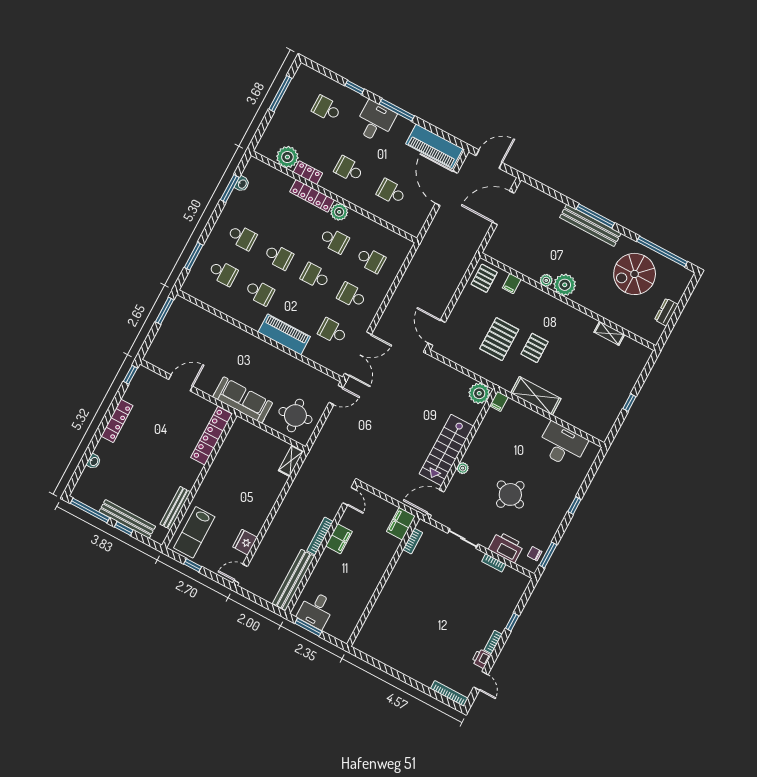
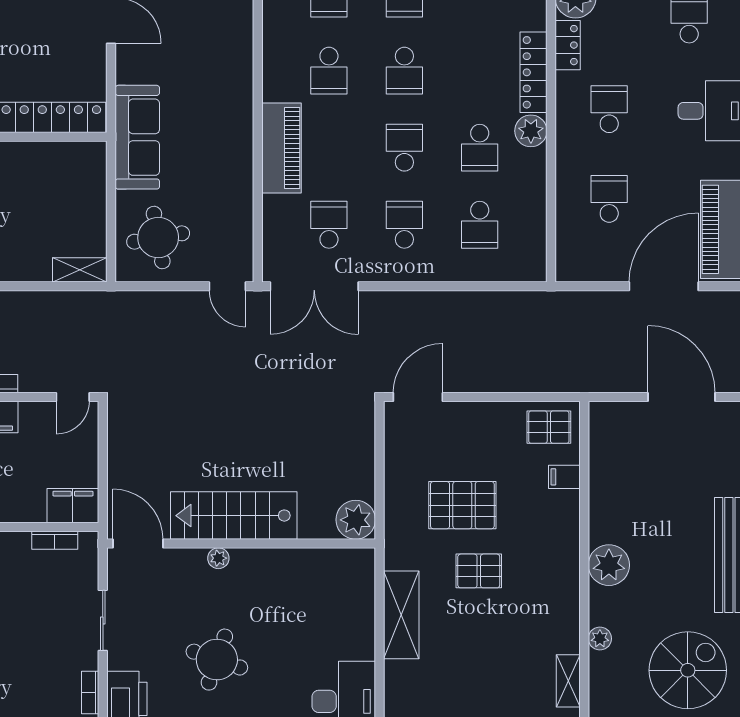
spiral stairs: (635, 274) -> (688, 670), turned 90
plant: (546, 280) -> (600, 639), moved
filing cabinet: (499, 401) -> (360, 559), removed

